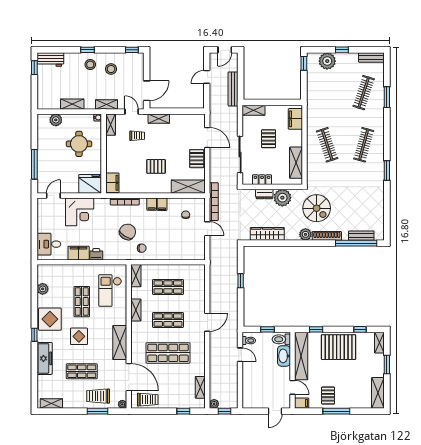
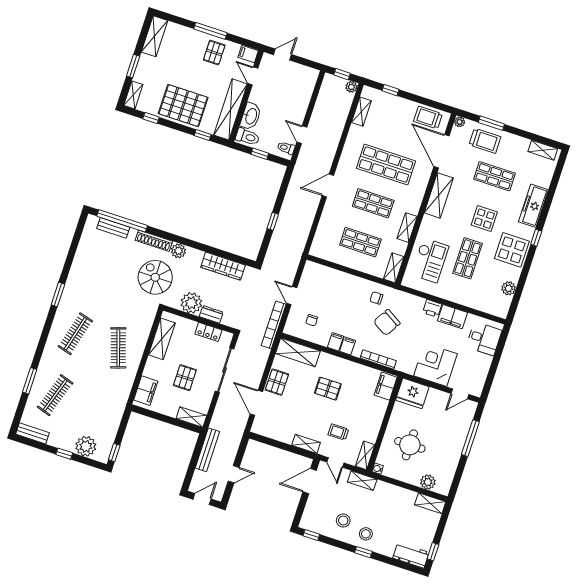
shelving: (72, 104) -> (430, 503), moved

